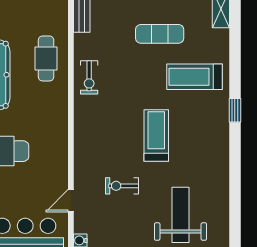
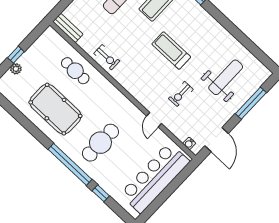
door: (71, 201) -> (154, 120), moved
weight bench: (180, 215) -> (226, 77), turned 90

